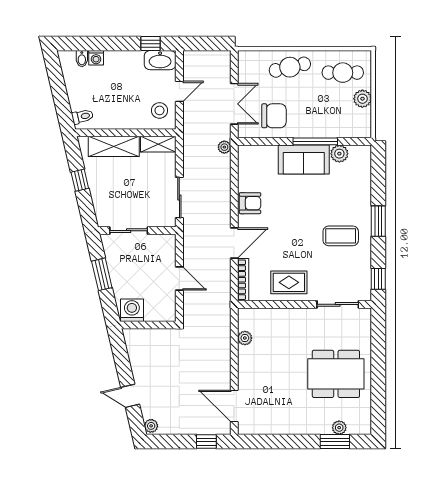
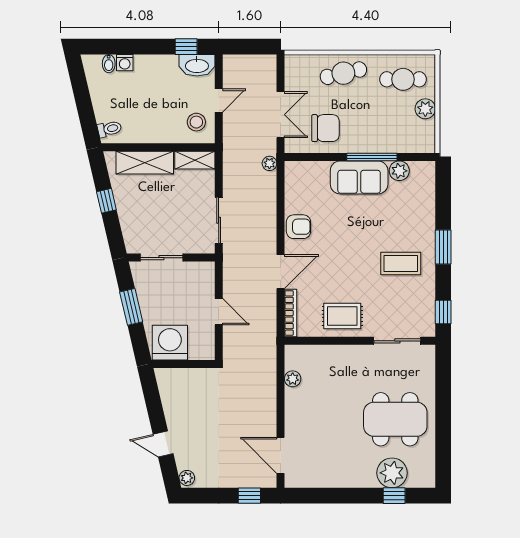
washing machine: (132, 310) -> (170, 343), width x1.37, depth x1.37
plant: (339, 428) -> (392, 473), width x1.87, depth x1.87
window: (335, 442) -> (394, 496), width x0.67

